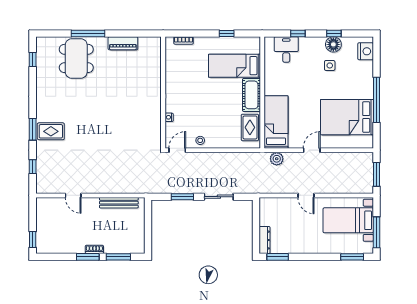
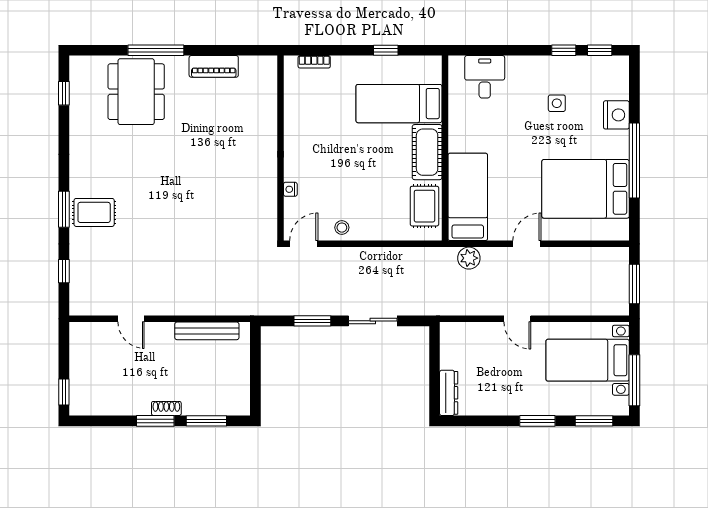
window: (298, 34) -> (600, 50), moved
floor lamp: (333, 44) -> (563, 68), removed
nightstand: (366, 51) -> (616, 115), moved
window: (278, 257) -> (537, 421), moved

